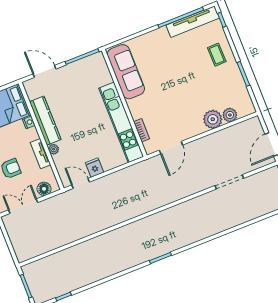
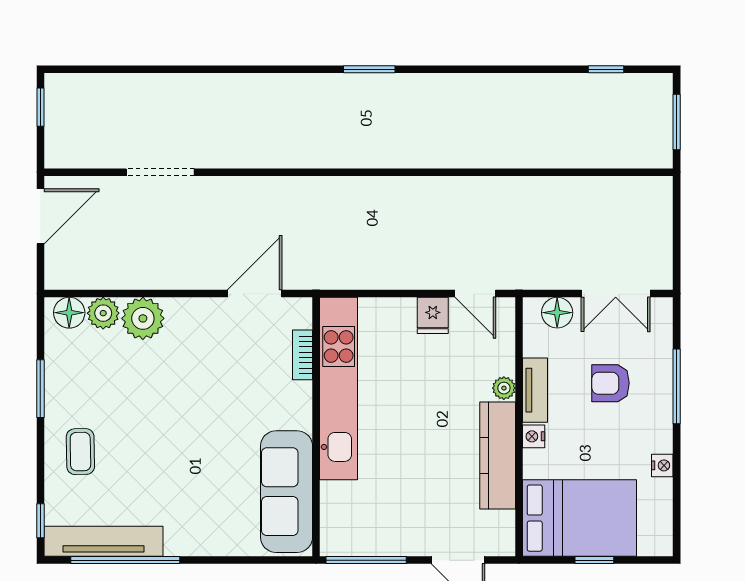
floor lamp: (244, 110) -> (69, 313), added
nightstand: (29, 122) -> (534, 436), moved

